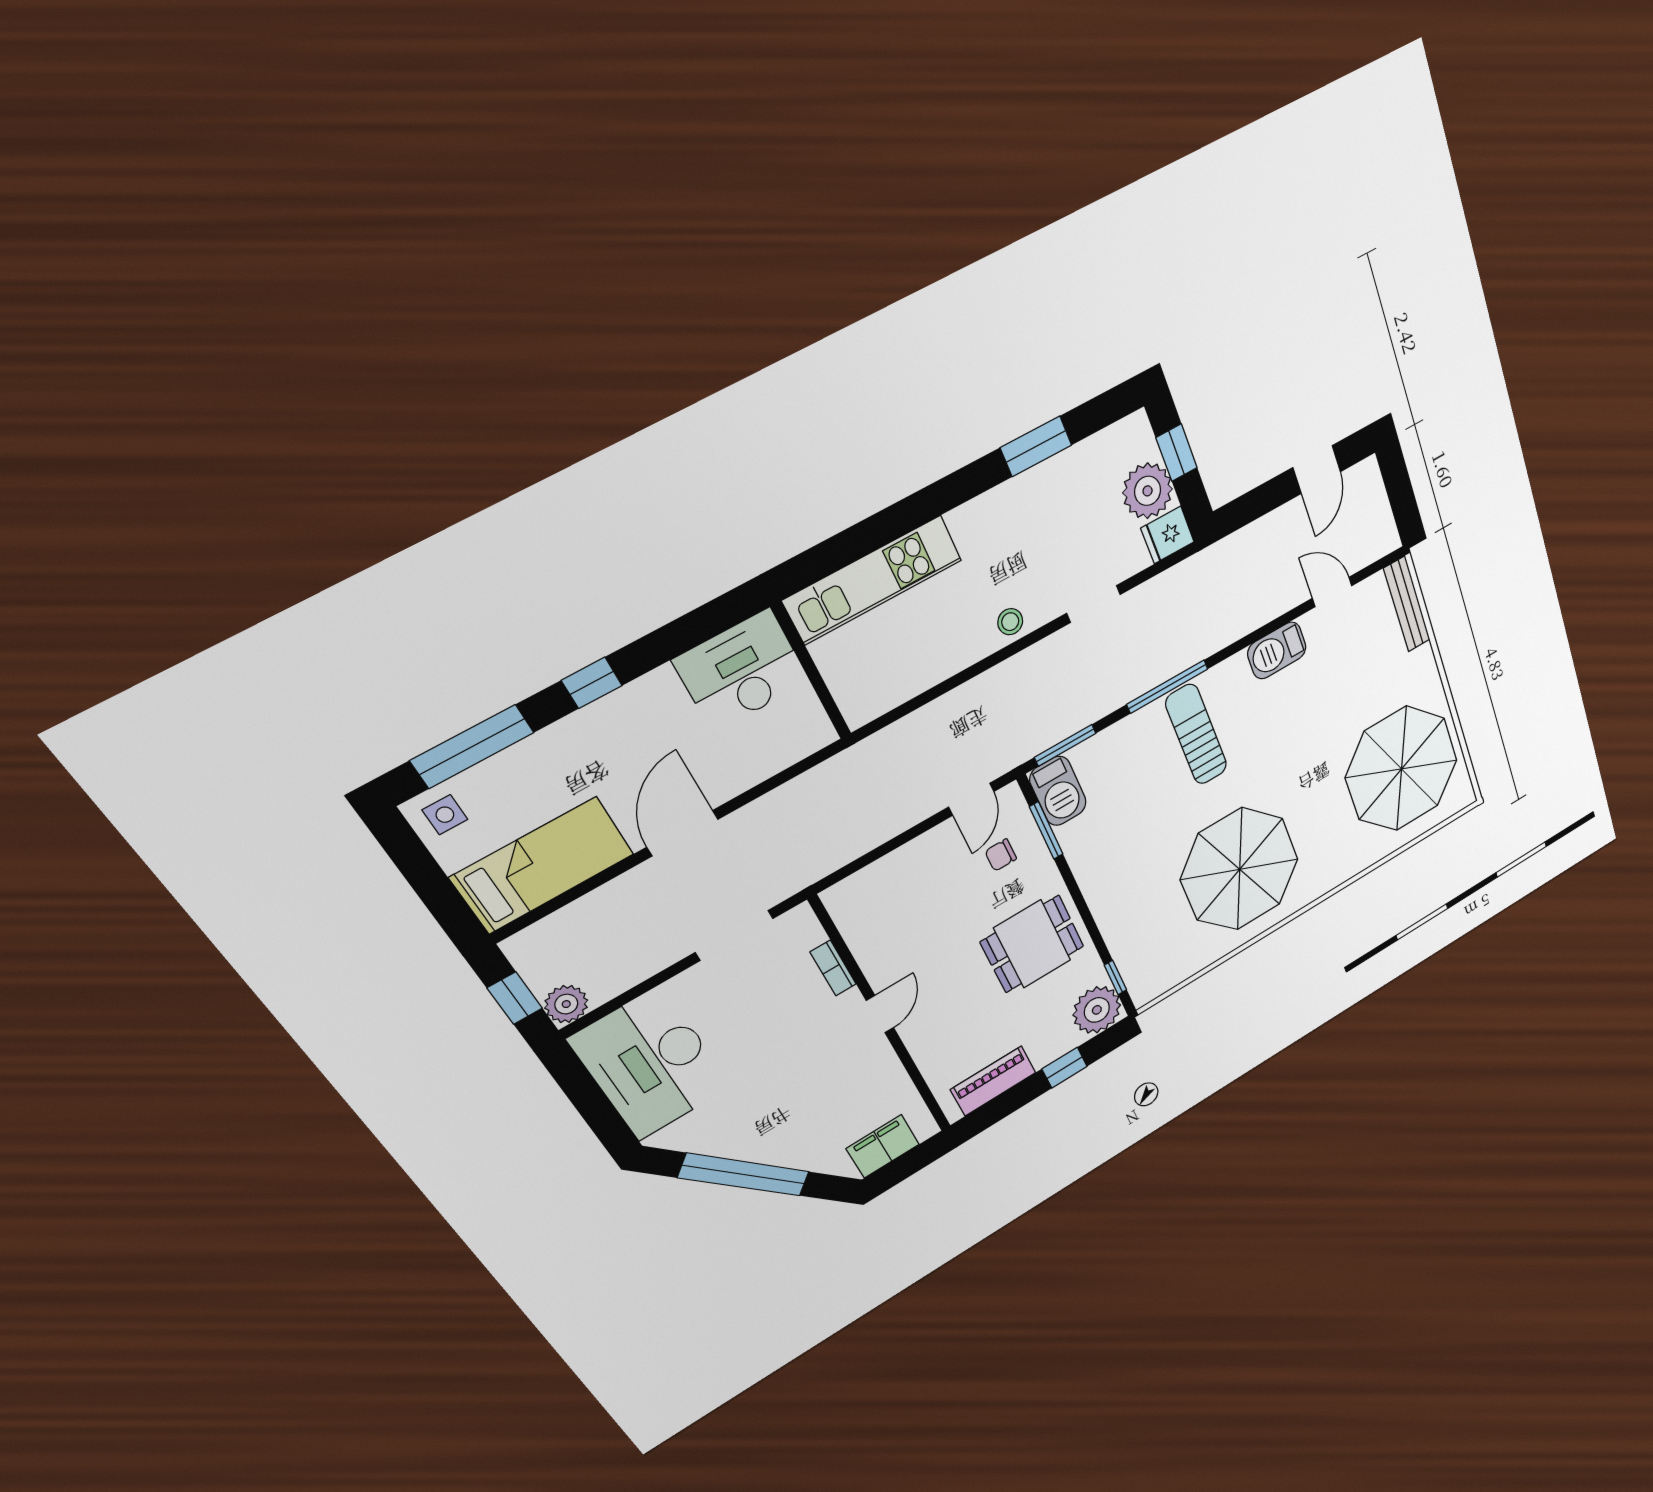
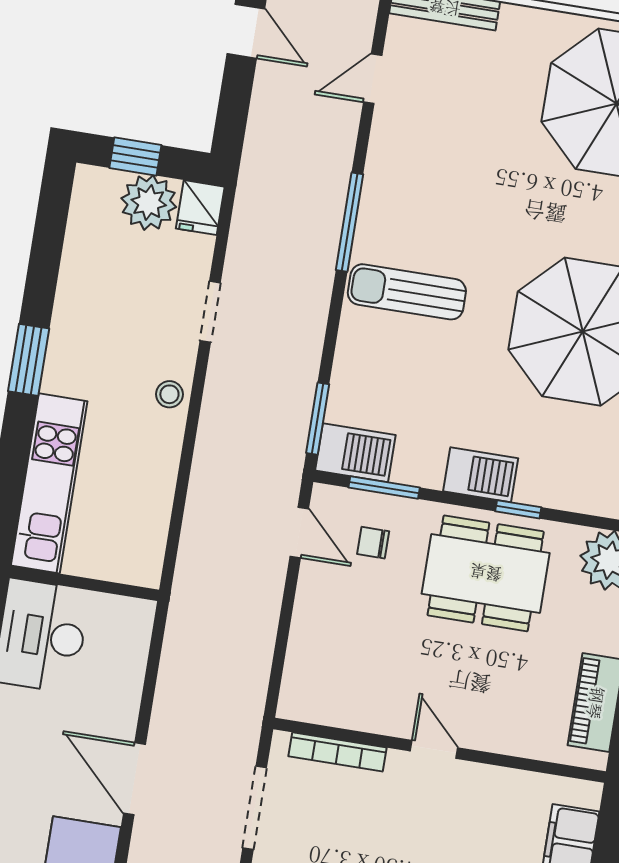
window: (1036, 446) -> (29, 360), moved
barbecue: (1277, 651) -> (481, 475), moved, turned -90
window: (1167, 687) -> (349, 222), moved
chair: (1001, 855) -> (373, 543), turned 90
dining table: (1032, 944) -> (486, 573), width x1.38
bookcase: (833, 968) -> (337, 752), width x1.56
window: (1115, 978) -> (518, 509), moved

